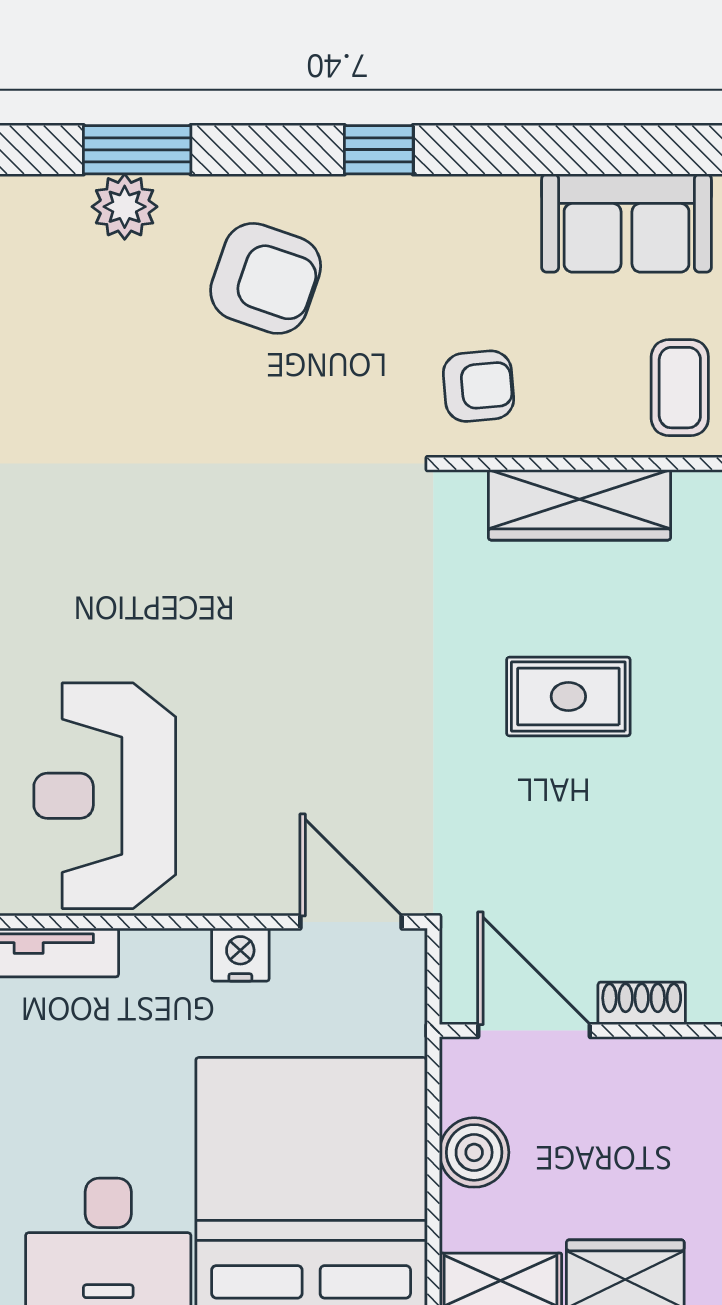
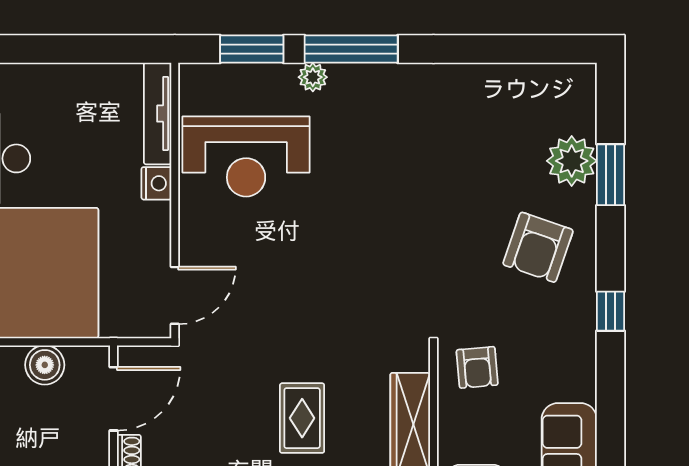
plant: (125, 207) -> (572, 161), width x1.36, depth x1.36
reception desk: (105, 796) -> (246, 156), turned 180
nightstand: (240, 955) -> (156, 183), moved

